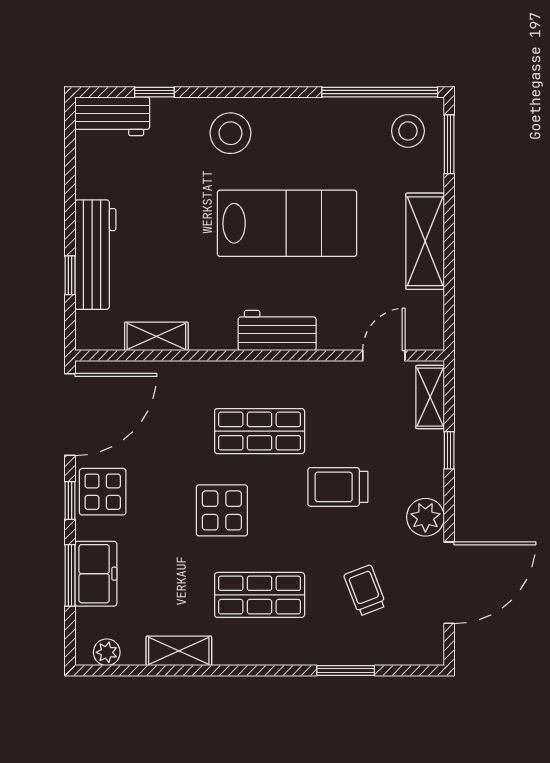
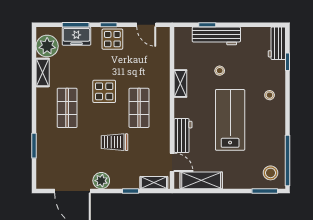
stool: (230, 133) -> (270, 95), width x0.53, depth x0.53
lab bench: (287, 223) -> (230, 120), turned 180
shelving: (425, 241) -> (201, 180), moved
stool: (175, 247) -> (220, 71), added
workbench: (277, 331) -> (183, 136), moved
shelving: (156, 336) -> (180, 83), moved
door: (70, 414) -> (146, 25), width x0.53
trolley: (338, 487) -> (114, 142), turned -90
trolley: (365, 590) -> (69, 154), removed
plant: (107, 652) -> (47, 46), width x1.88, depth x1.88

